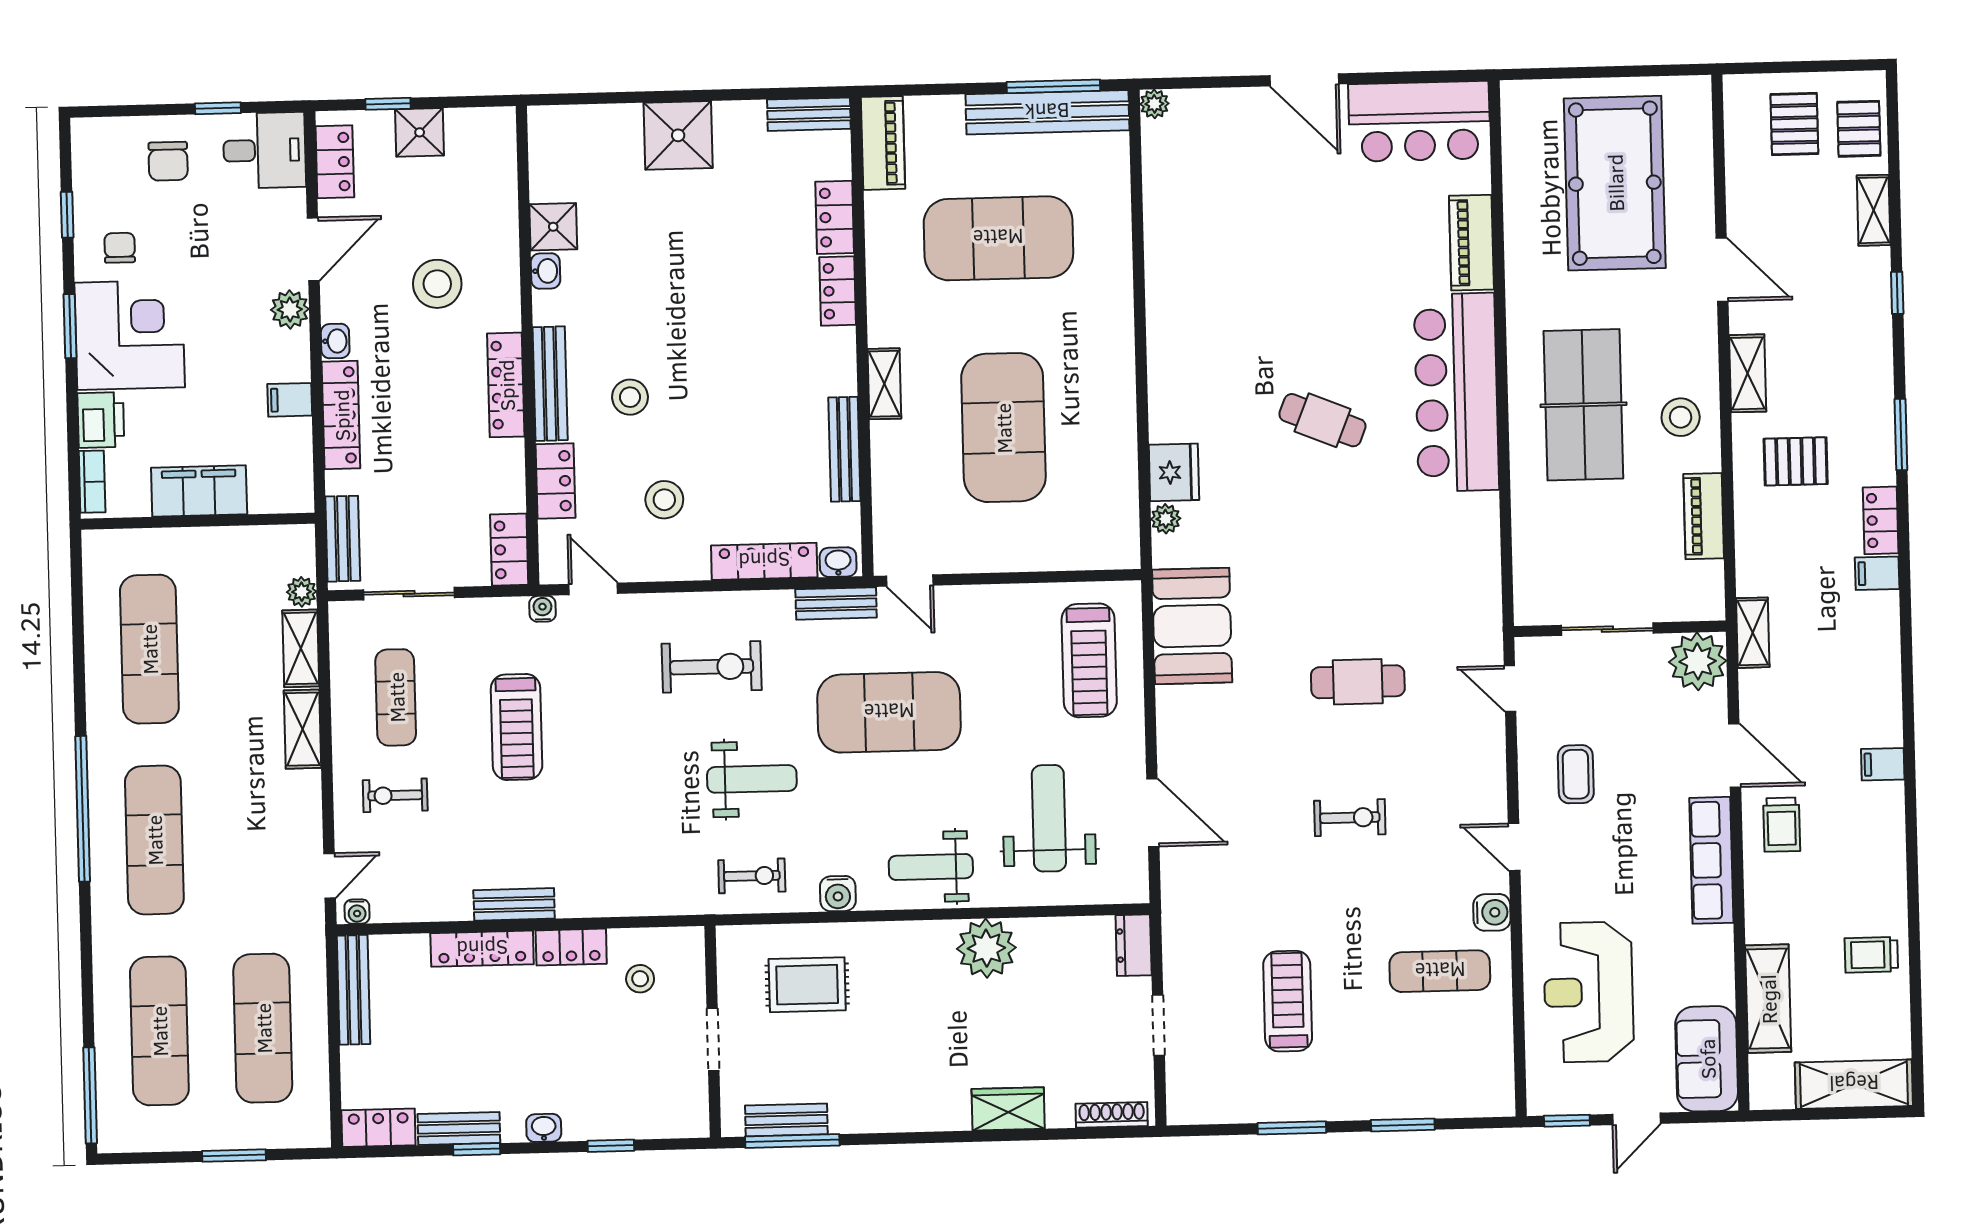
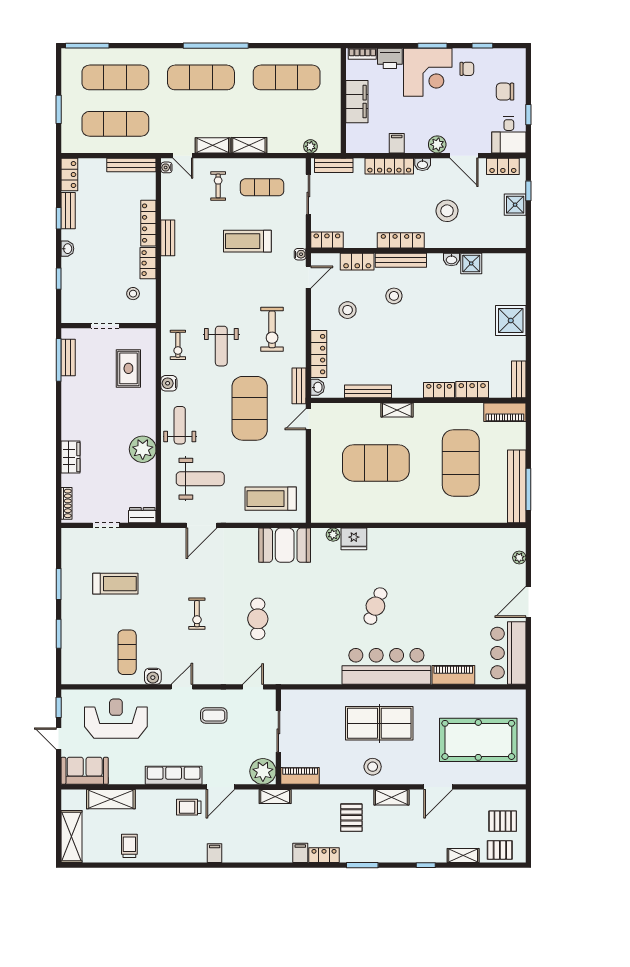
plant: (1154, 104) -> (519, 558), moved
piano: (1704, 516) -> (300, 776), moved
shelving: (301, 648) -> (213, 145), moved

